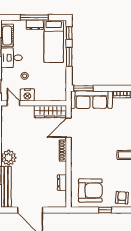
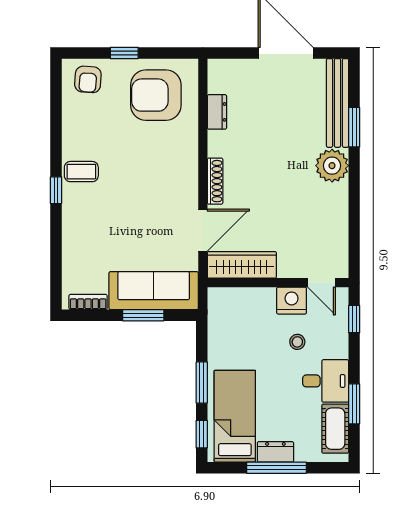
window: (83, 88) -> (143, 315), moved

